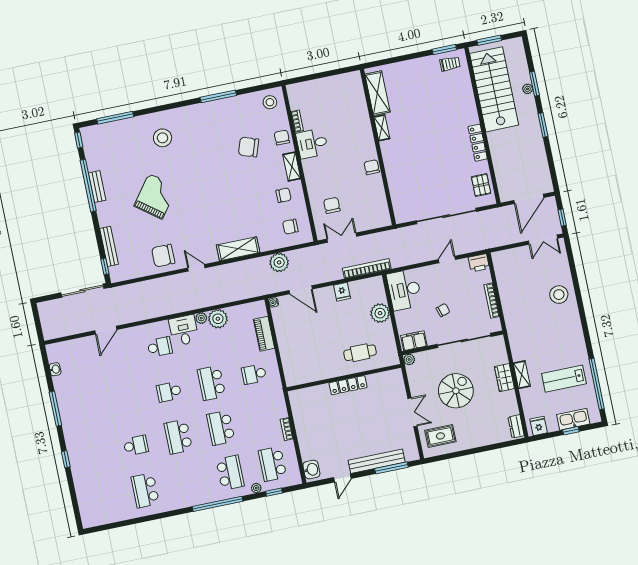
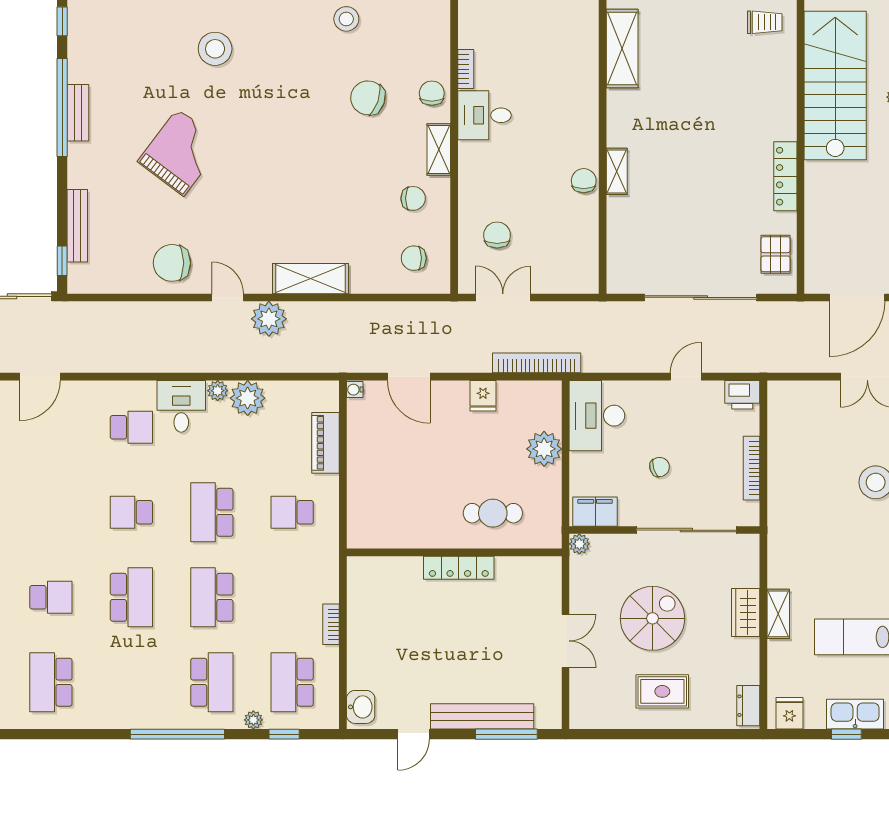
stool: (270, 102) -> (346, 19), moved
shelving: (382, 128) -> (617, 171), moved
plant: (279, 262) -> (269, 319), moved
rug: (440, 436) -> (662, 691), moved
school desk: (178, 437) -> (131, 597), turned 180

